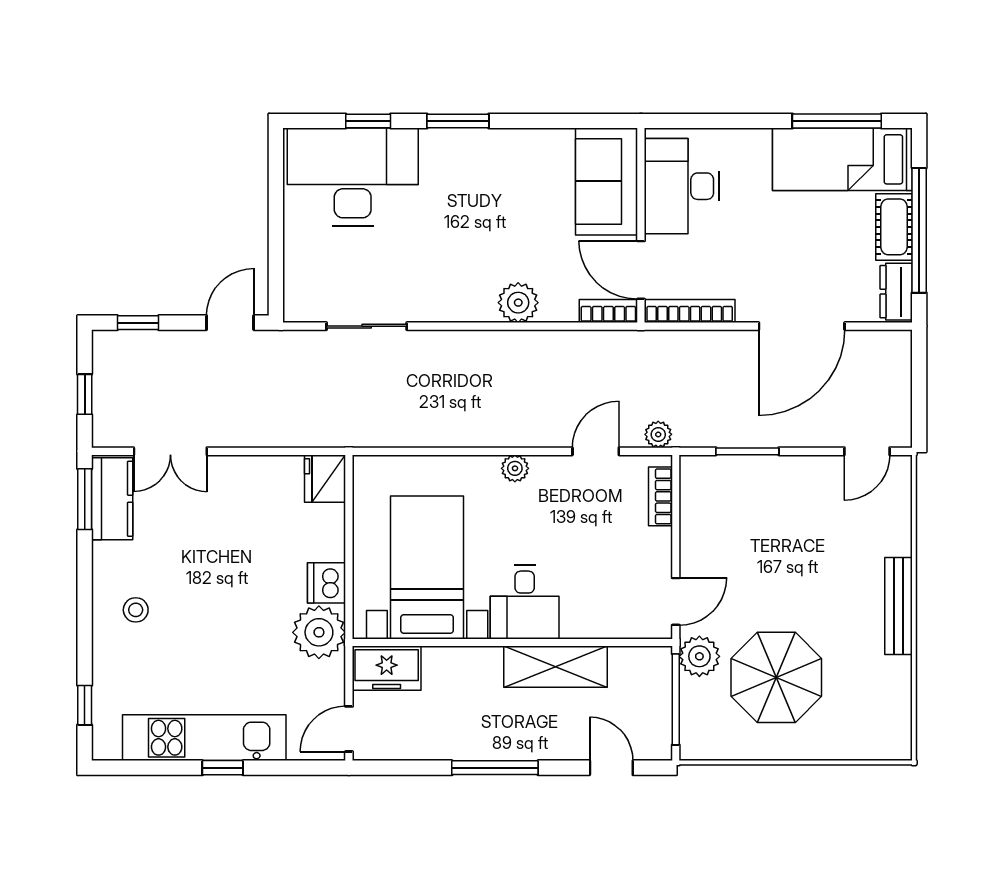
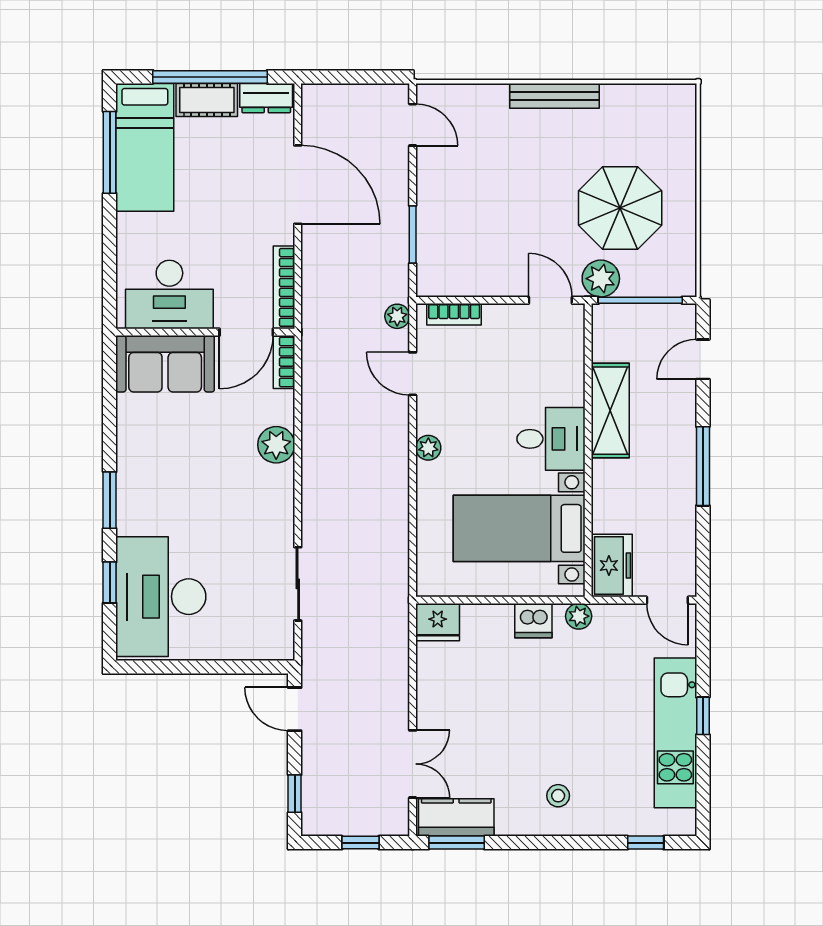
plant: (319, 632) -> (579, 616), width x0.53, depth x0.53

